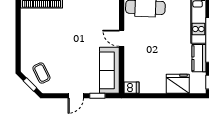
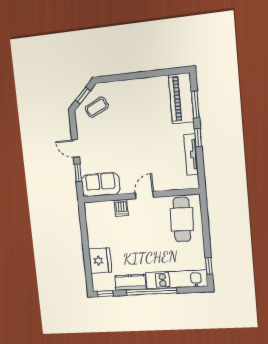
sofa: (109, 70) -> (101, 185), width x0.73
dishwasher: (131, 88) -> (121, 208), moved

